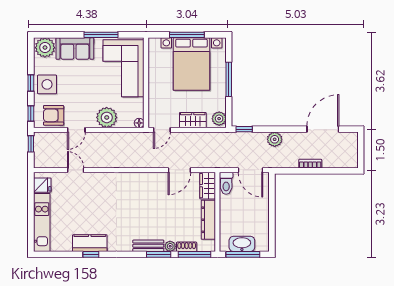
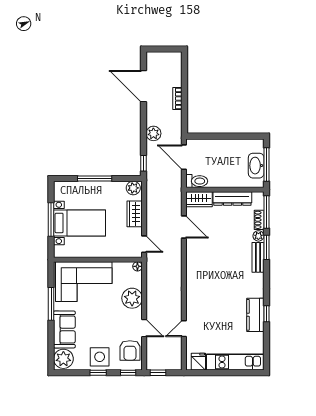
bed with nightstands: (191, 64) -> (80, 223), width x0.73
door: (250, 170) -> (184, 157), swing flipped

